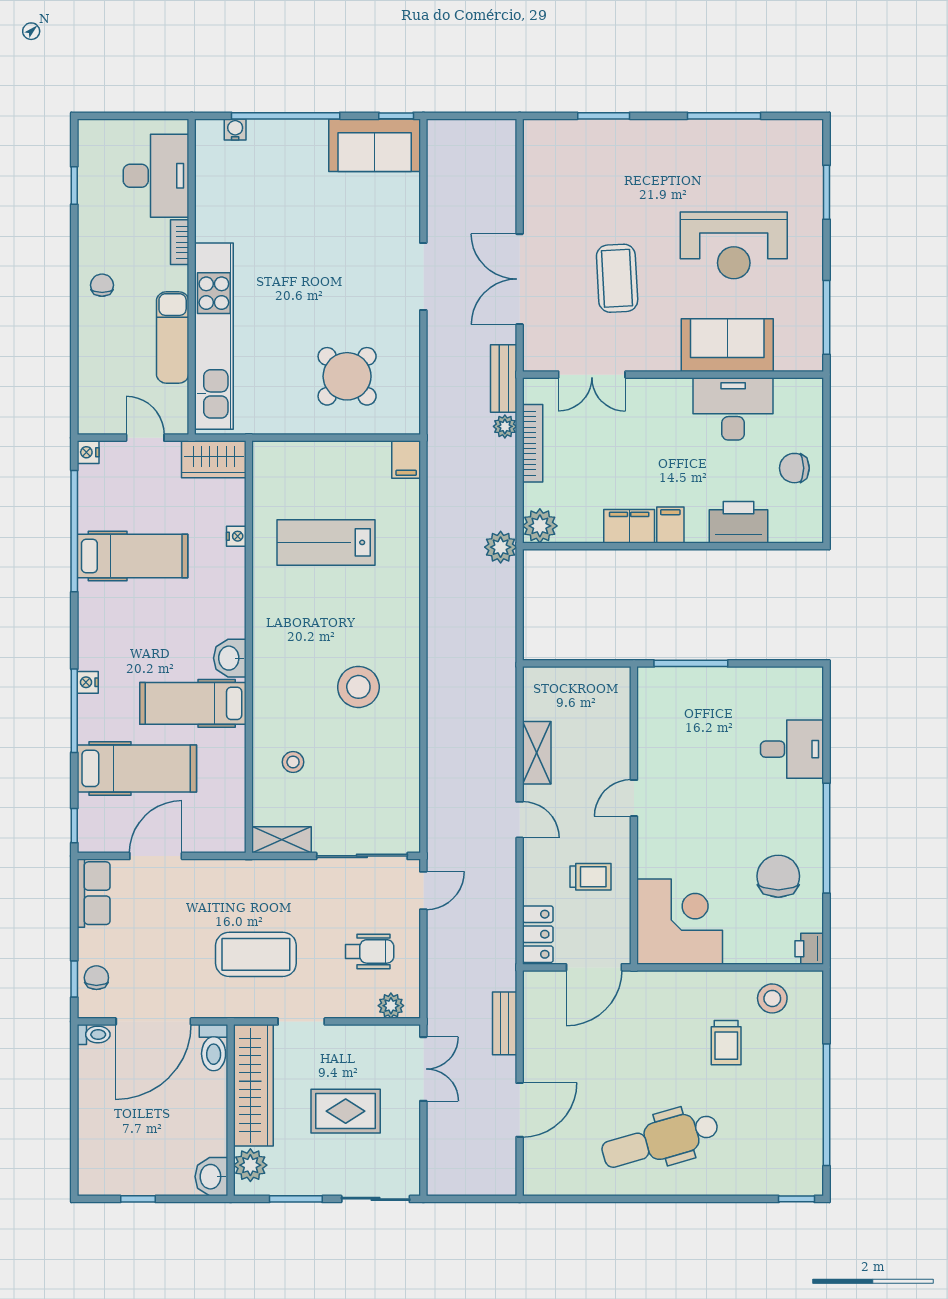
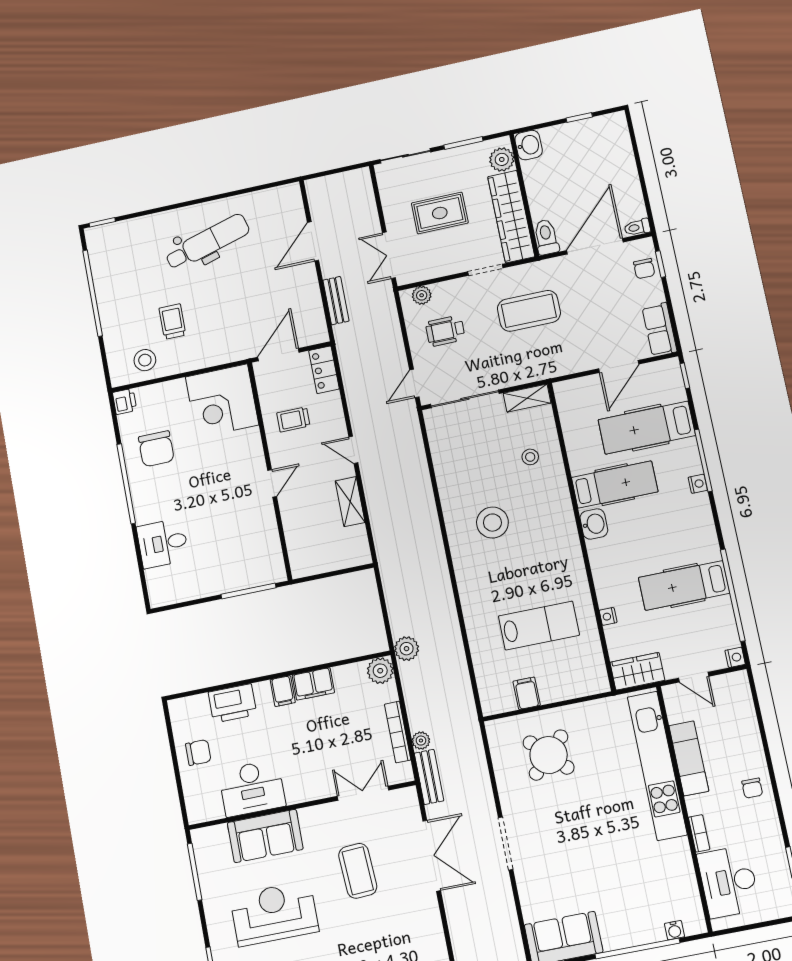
filing cabinet: (406, 460) -> (527, 693), moved

